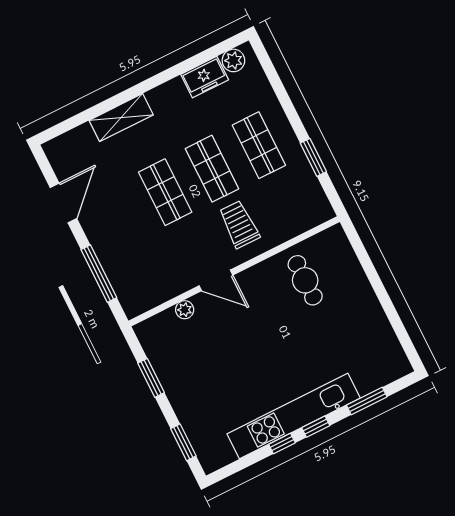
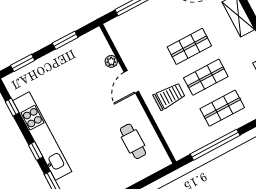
window: (313, 157) -> (215, 145), width x2.11
cafe table: (305, 280) -> (133, 141), turned 90
window: (282, 444) -> (12, 107), moved

